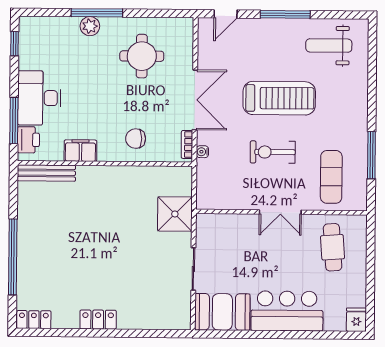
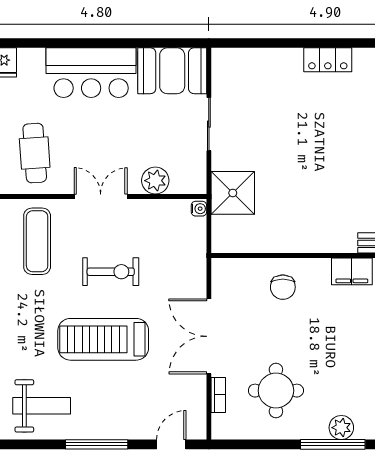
chair: (136, 139) -> (283, 287), turned 90
bookcase: (187, 144) -> (218, 395), moved
water cooler: (202, 152) -> (199, 209), moved
plant: (237, 224) -> (155, 181), added

